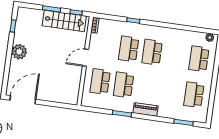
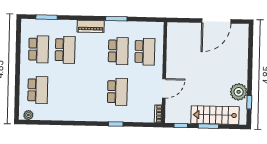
stairs: (64, 21) -> (215, 115), moved
plant: (19, 52) -> (239, 92), moved
school desk: (152, 52) -> (65, 50), moved
door: (86, 58) -> (164, 88), moved
door: (23, 100) -> (216, 21), moved

